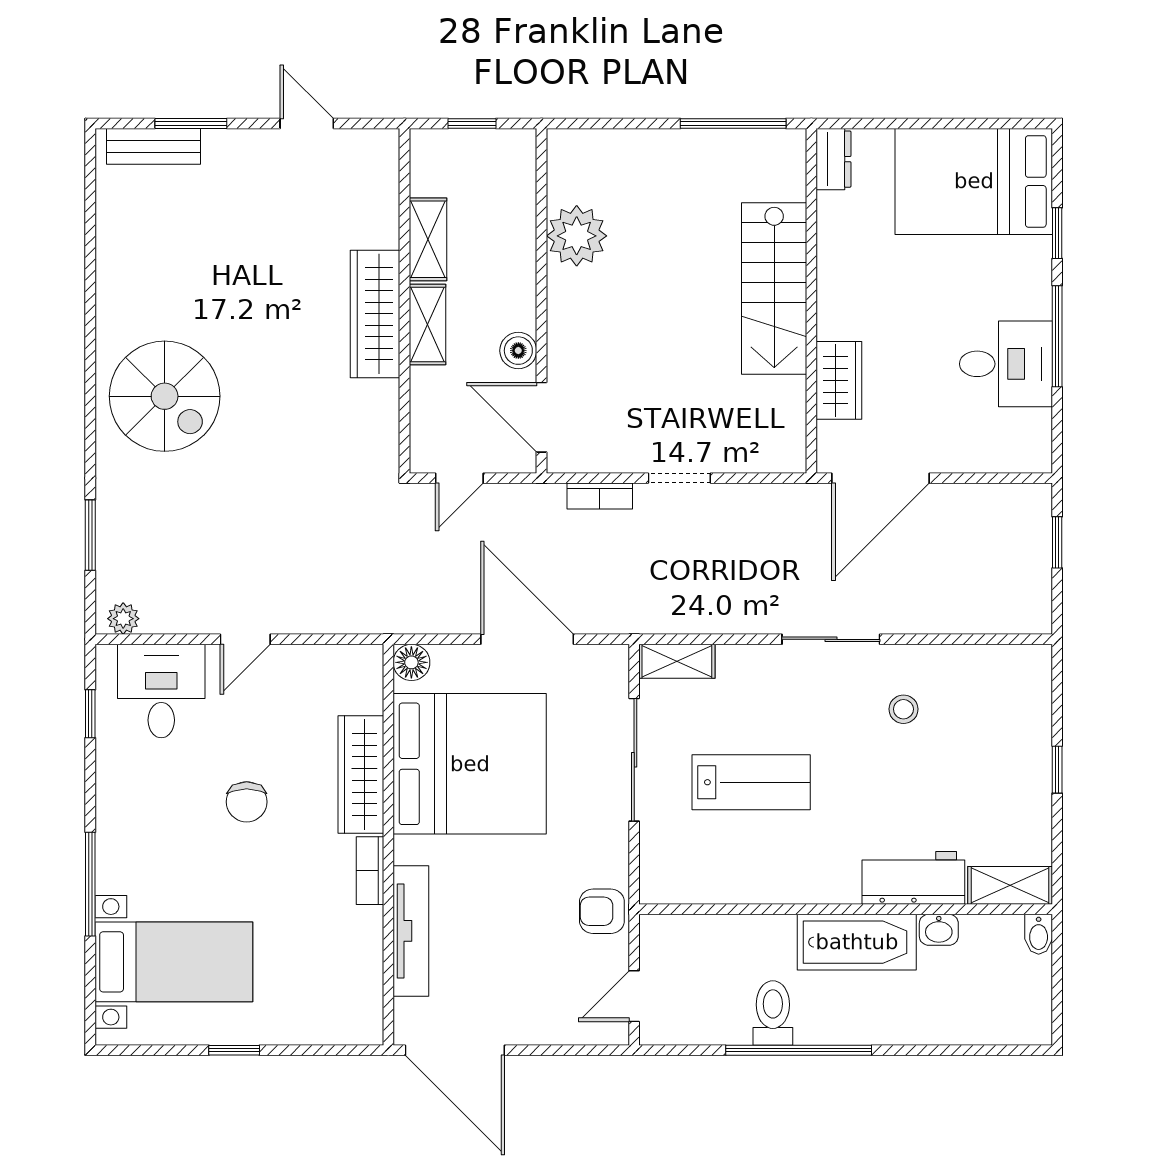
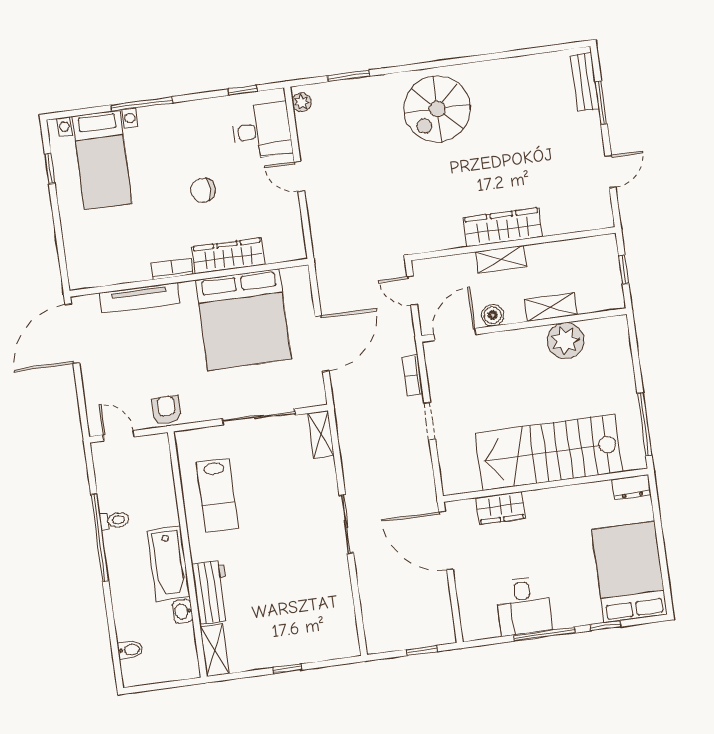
shelving: (428, 239) -> (551, 307), moved
stairs: (774, 289) -> (549, 452), width x1.36, depth x1.51
floor lamp: (411, 662) -> (299, 277), removed
stool: (903, 709) -> (311, 573), removed
lab bench: (751, 782) -> (217, 495), moved
bidet: (1039, 934) -> (130, 650), moved, turned 180
toilet: (773, 1013) -> (114, 520), width x0.73, depth x0.72
window: (234, 1050) -> (50, 169), moved

